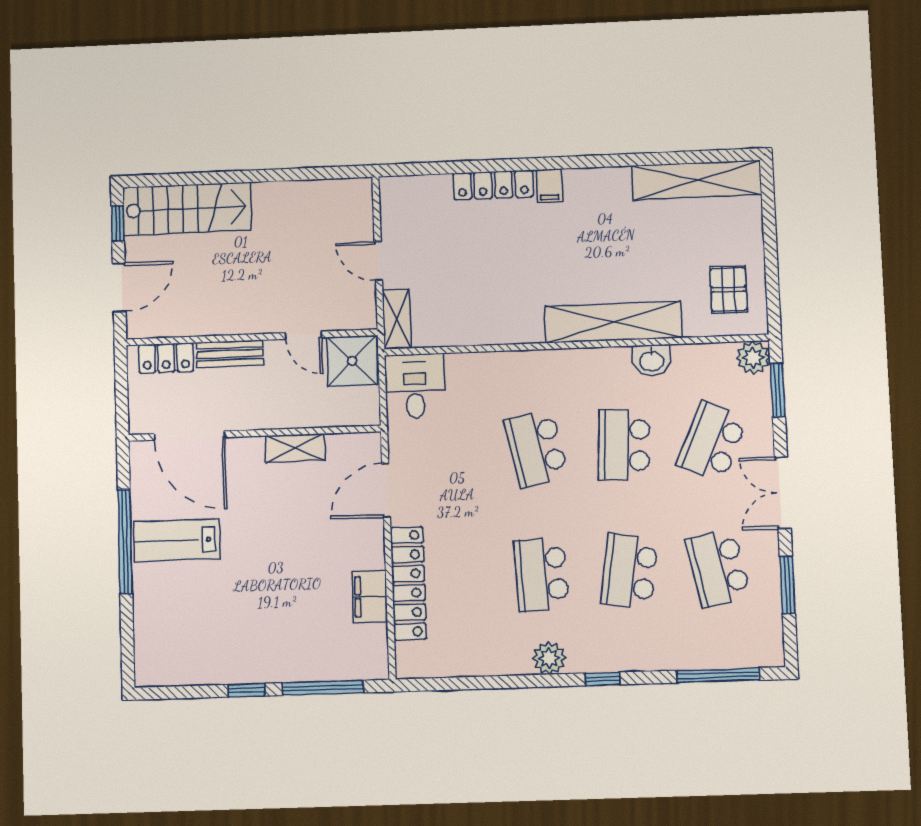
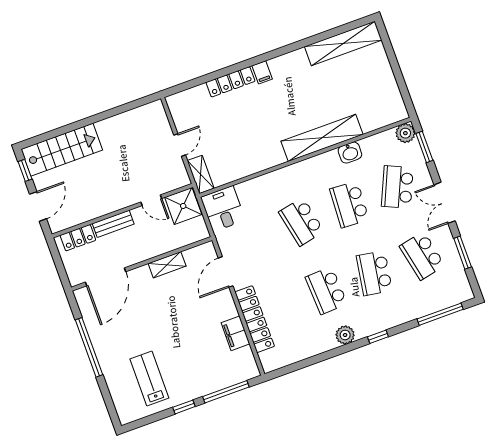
door: (378, 261) -> (180, 145), swing flipped
pallet: (729, 289) -> (380, 99), removed
door: (189, 436) -> (106, 277), hinge flipped
lab bench: (177, 540) -> (149, 378), moved, turned 90

